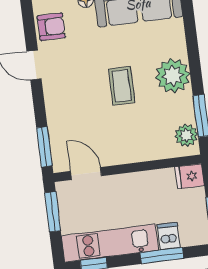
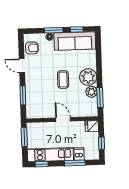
plant: (186, 135) -> (92, 92), moved
window: (44, 147) -> (23, 95), moved
door: (86, 174) -> (63, 119), moved

